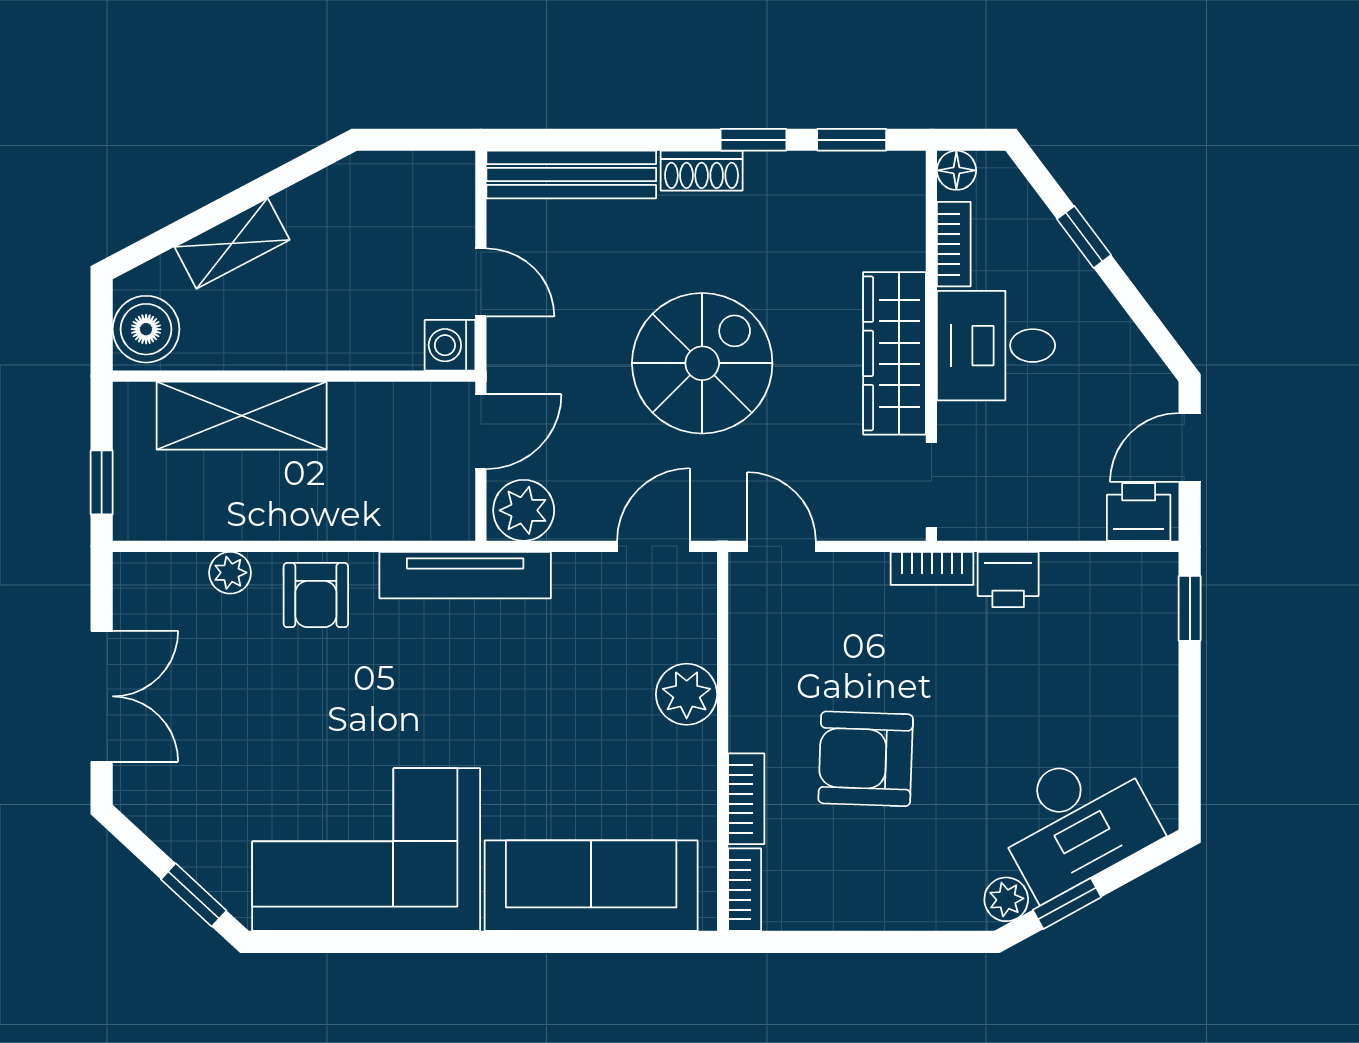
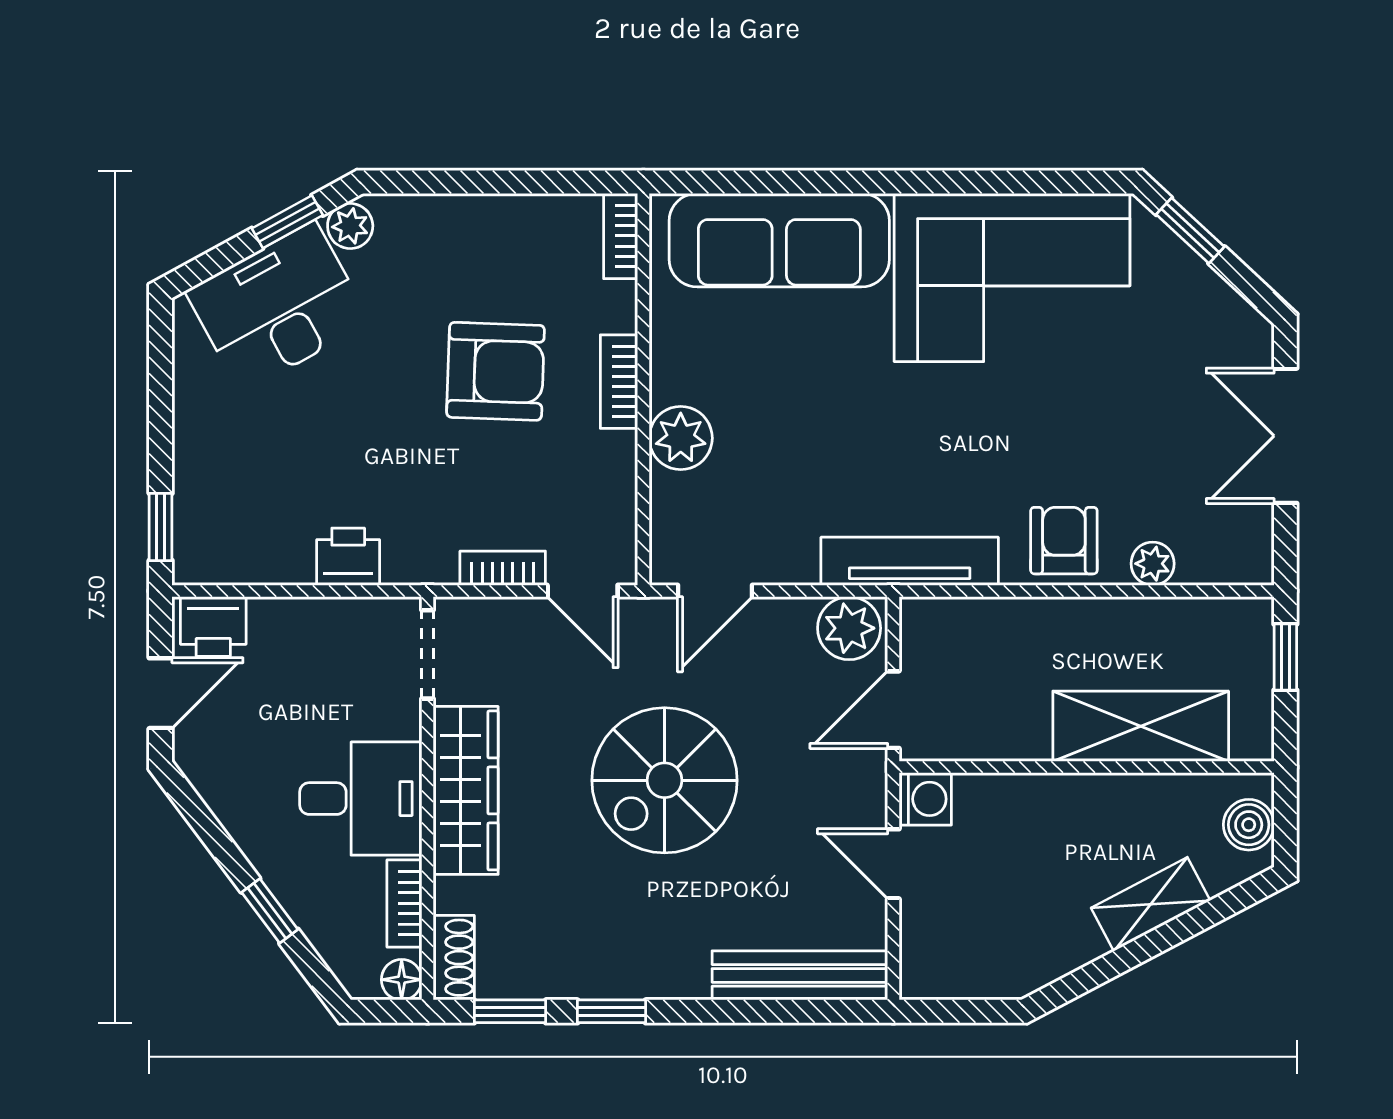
shoe rack: (702, 171) -> (454, 958), moved, turned 90
boiler: (146, 329) -> (1249, 825), width x0.73, depth x0.73
bookcase: (932, 568) -> (503, 568), moved
bookcase: (746, 799) -> (619, 382), moved

